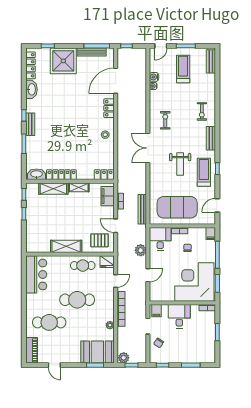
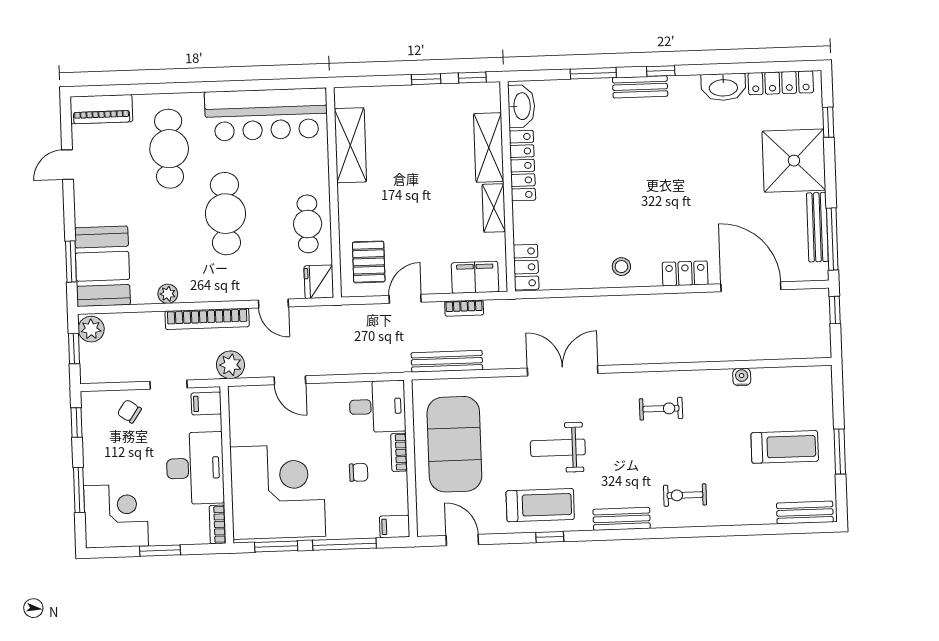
door: (161, 46) -> (838, 392), removed
water cooler: (154, 77) -> (763, 378), removed
double door: (148, 148) -> (563, 371), moved
shelving: (66, 246) -> (350, 145), moved
plant: (141, 250) -> (230, 365), moved
bar counter: (36, 274) -> (266, 114), width x1.36
desk: (179, 316) -> (195, 468), width x1.37
corner desk: (202, 350) -> (116, 516), added

